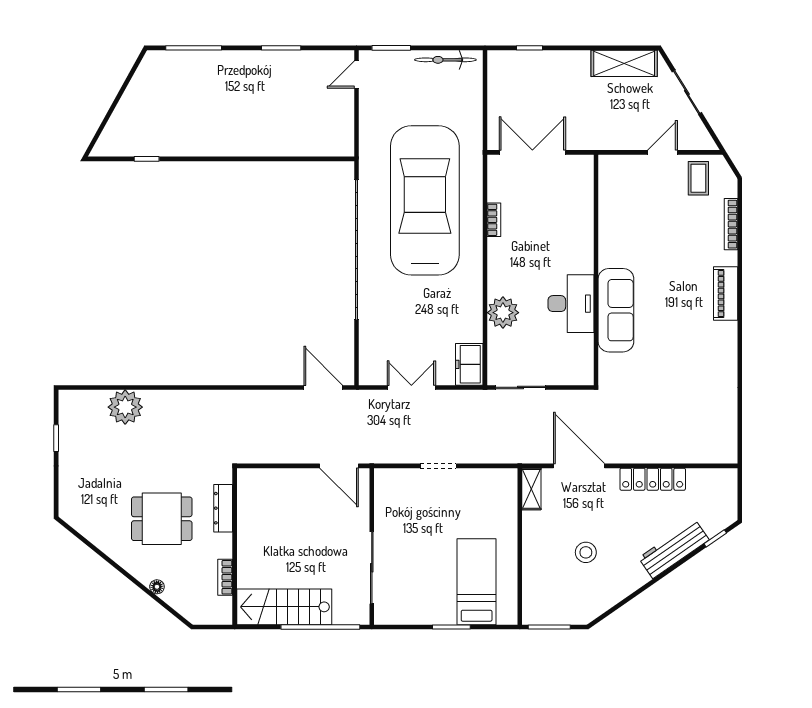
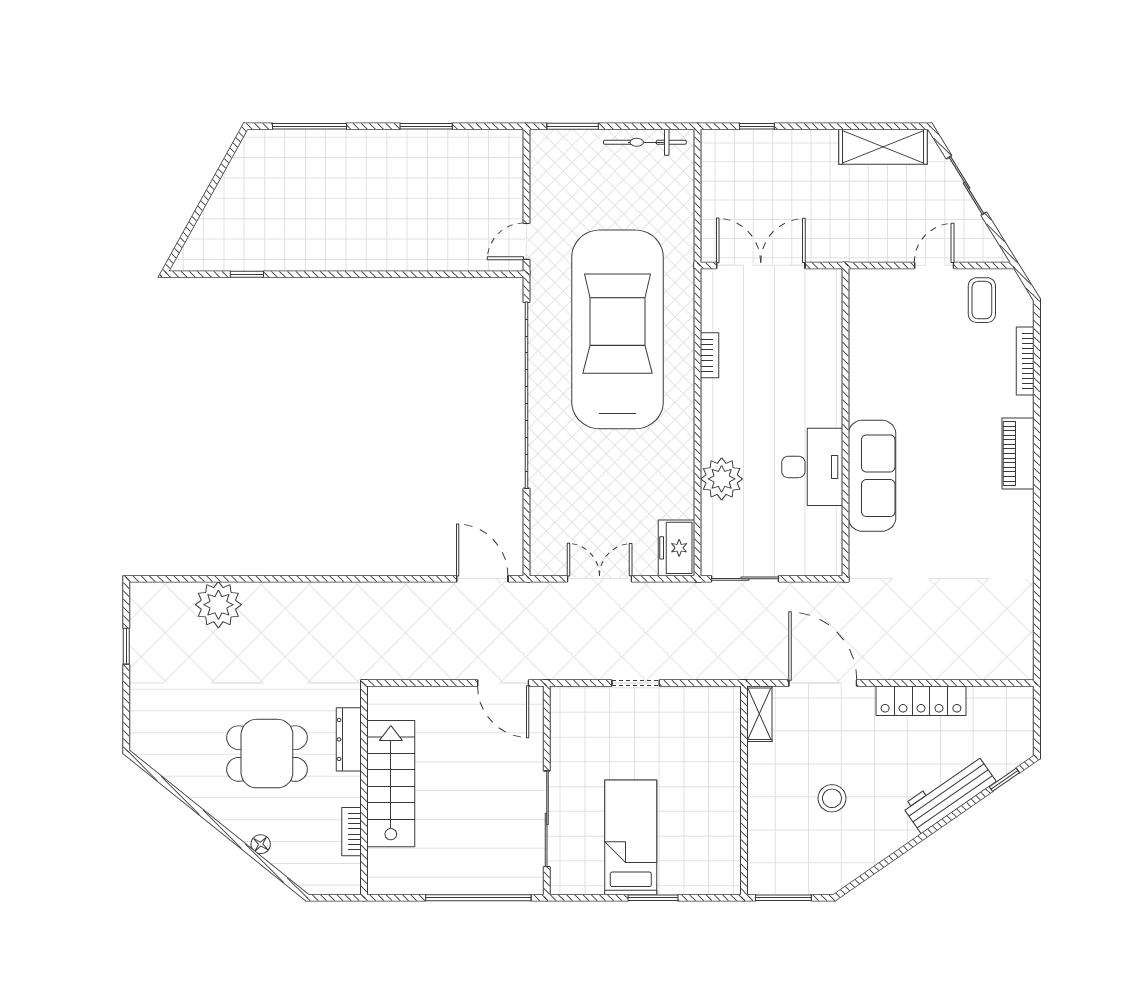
door: (357, 74) -> (526, 241), moved
bed: (477, 582) -> (631, 837), moved
stairs: (284, 607) -> (391, 784), moved, turned 90

